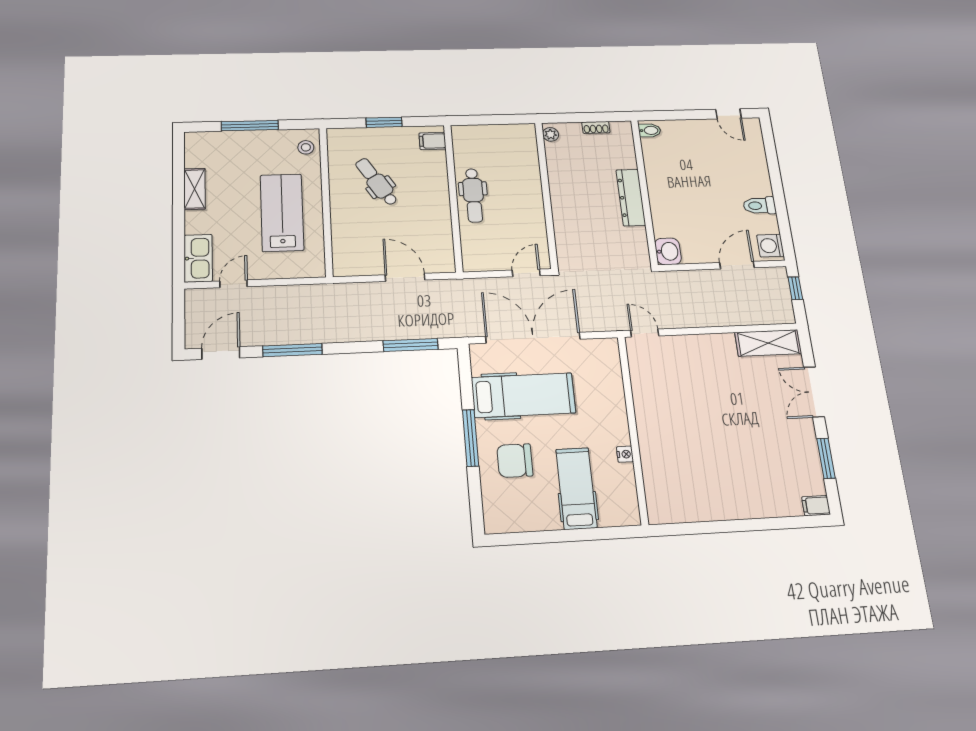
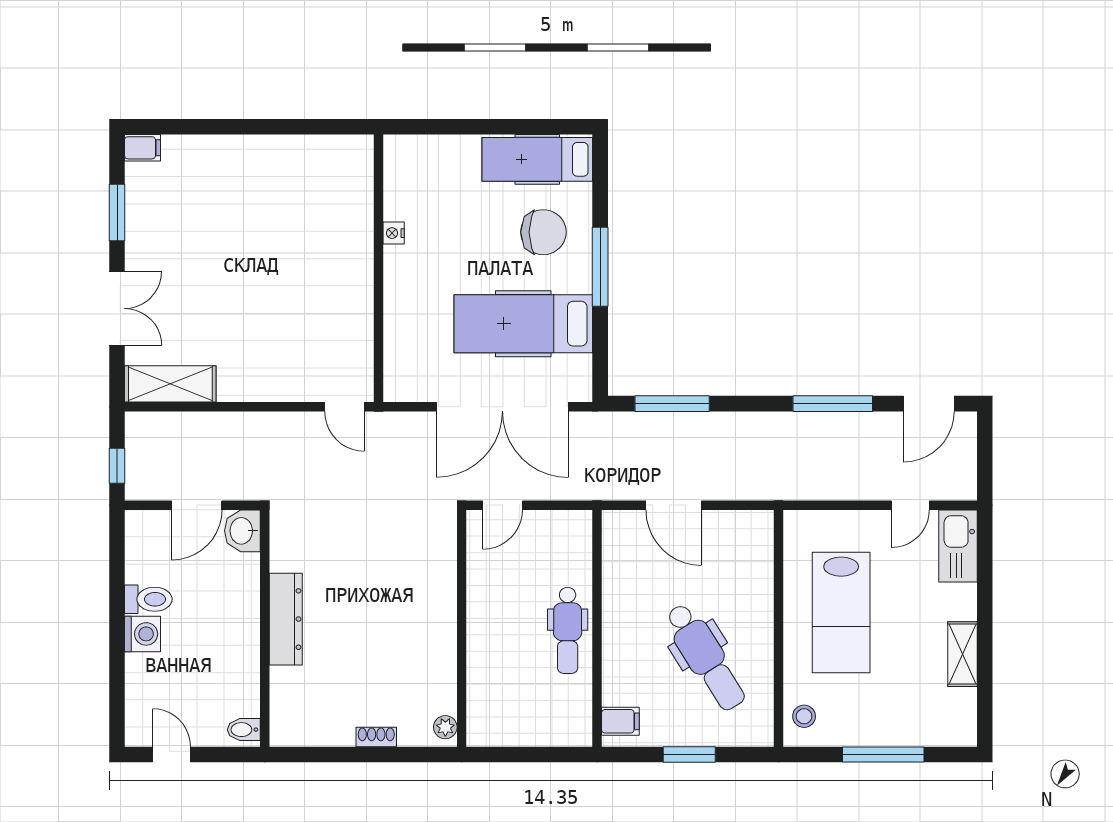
bidet: (650, 130) -> (244, 730), moved
dental chair: (377, 182) -> (705, 657), width x1.36, depth x1.38
wall: (644, 191) -> (265, 628), moved
dental chair: (473, 195) -> (568, 630), turned 180
dresser: (631, 197) -> (286, 619), moved
washing machine: (770, 246) -> (143, 634), moved
washbasin: (668, 251) -> (242, 531), moved
hospital bed: (576, 488) -> (537, 159), moved, turned 90

